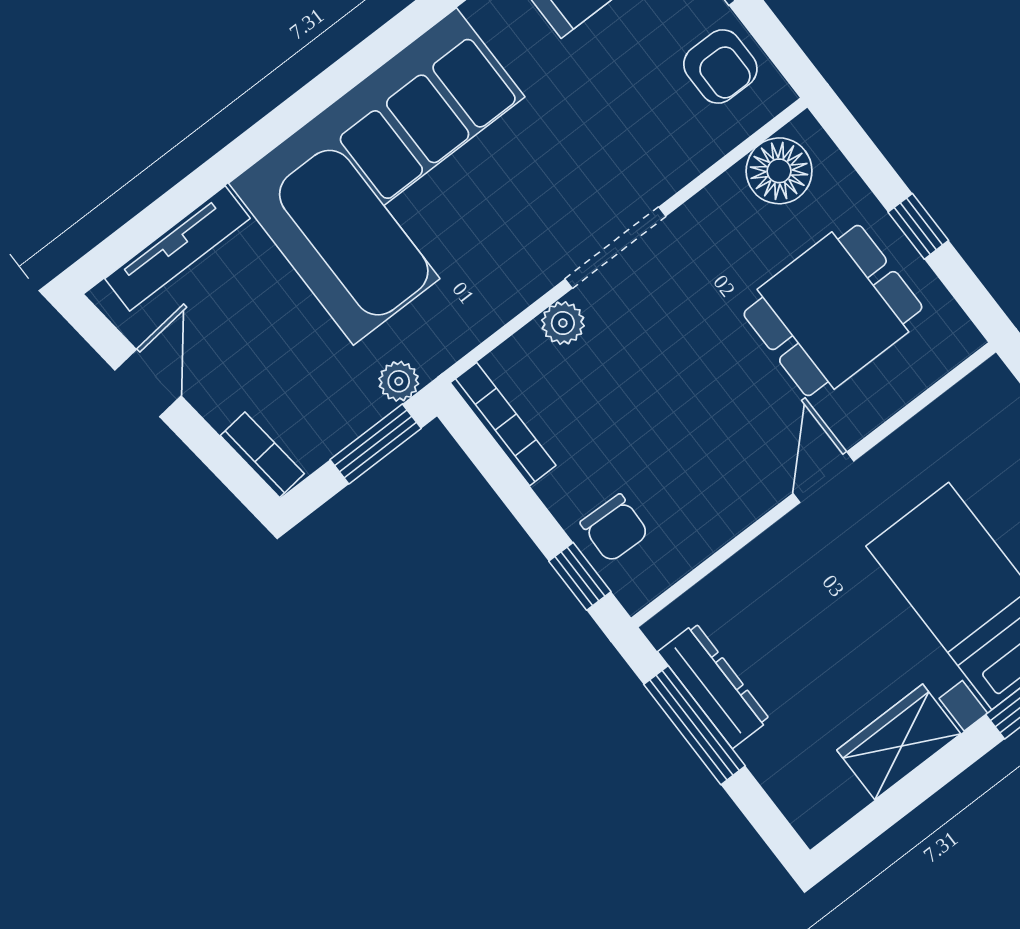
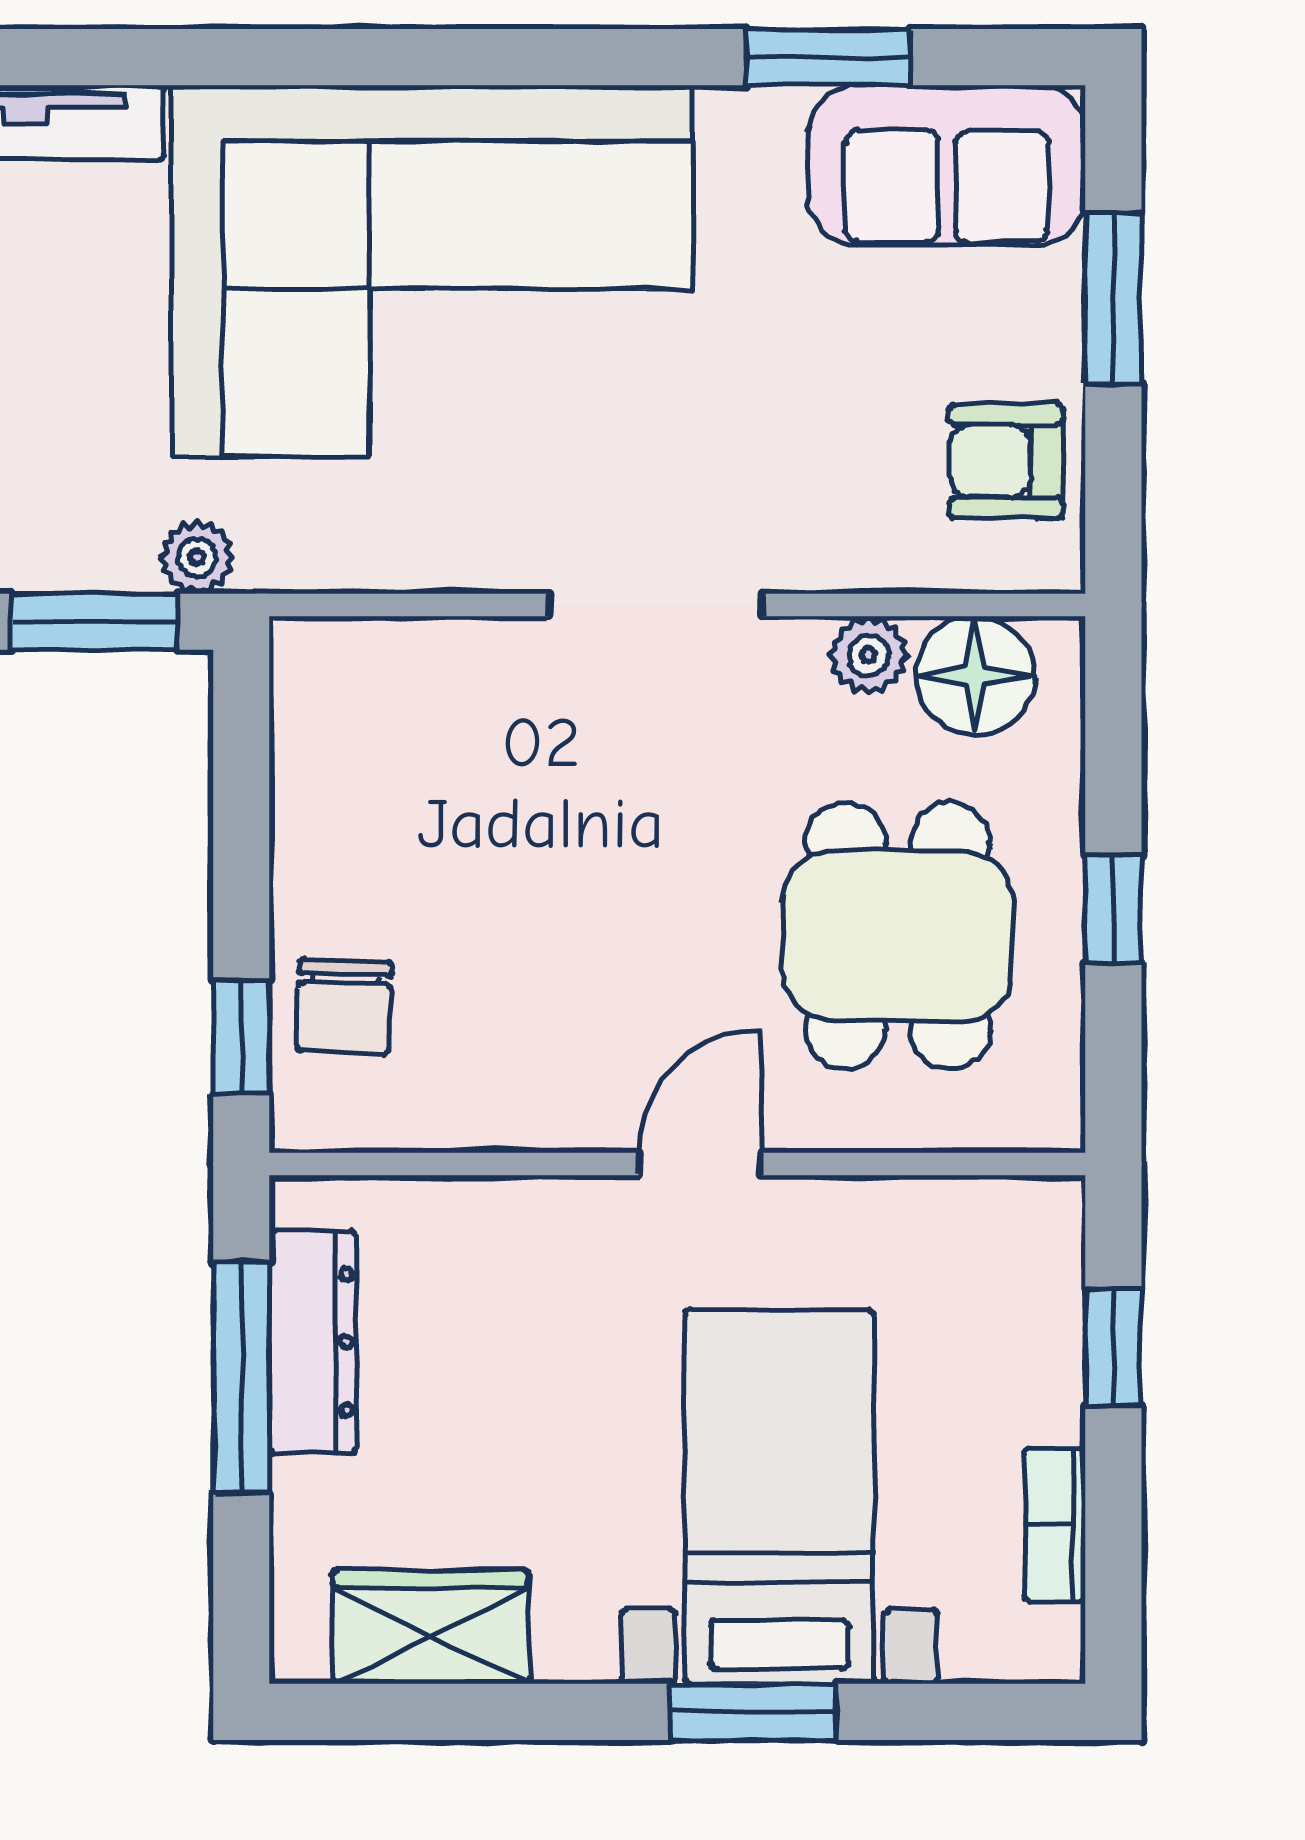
armchair: (720, 67) -> (1006, 461), turned 90
dining table: (833, 311) -> (898, 936), turned 90
plant: (563, 323) -> (869, 655), moved
bookcase: (503, 424) -> (299, 734), removed
wardrobe: (899, 742) -> (431, 1627), moved

